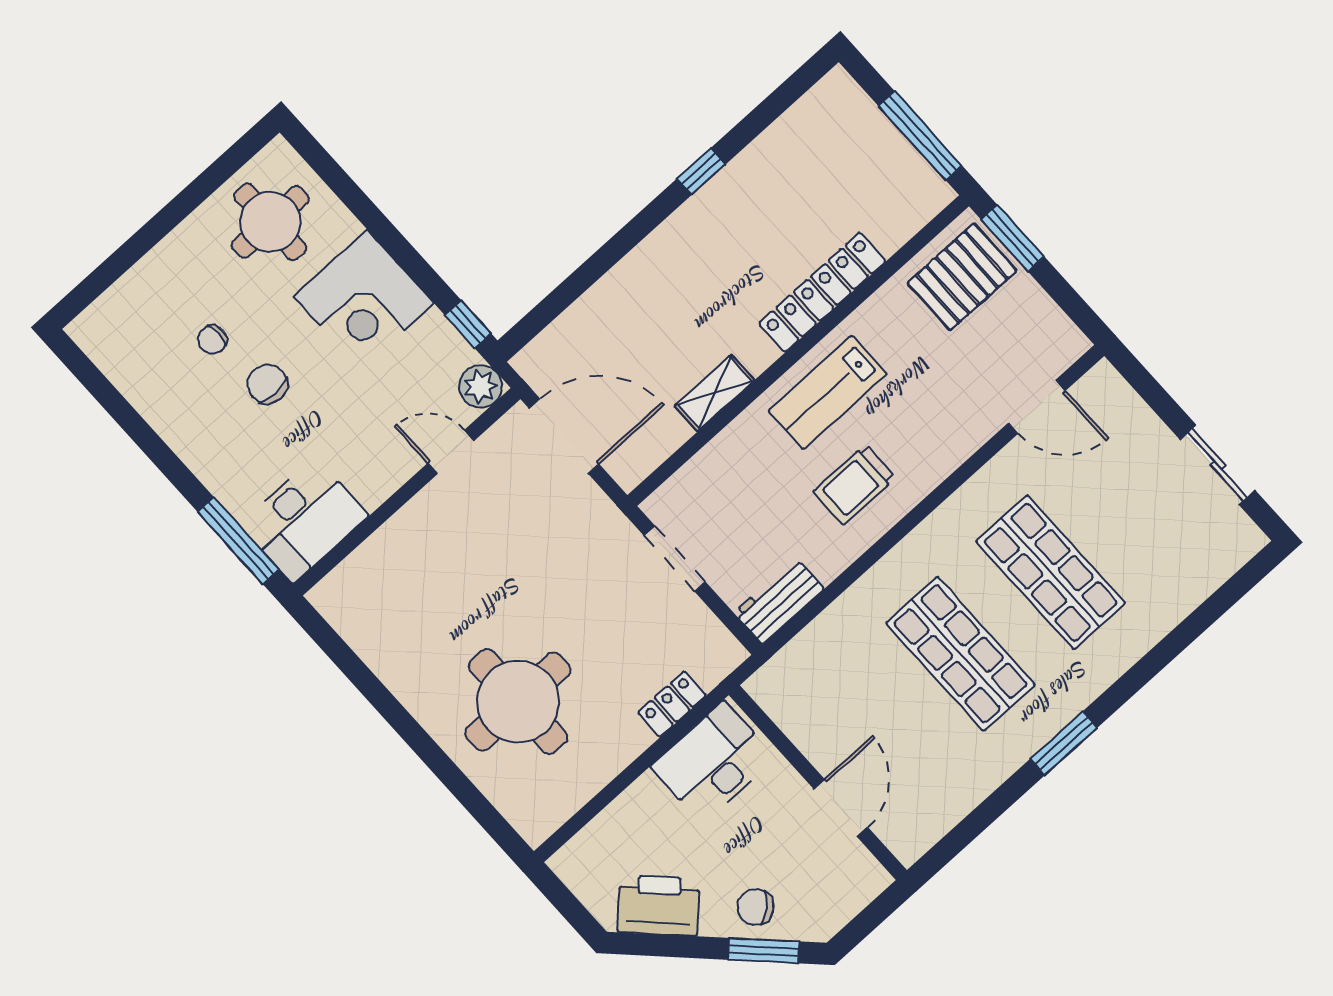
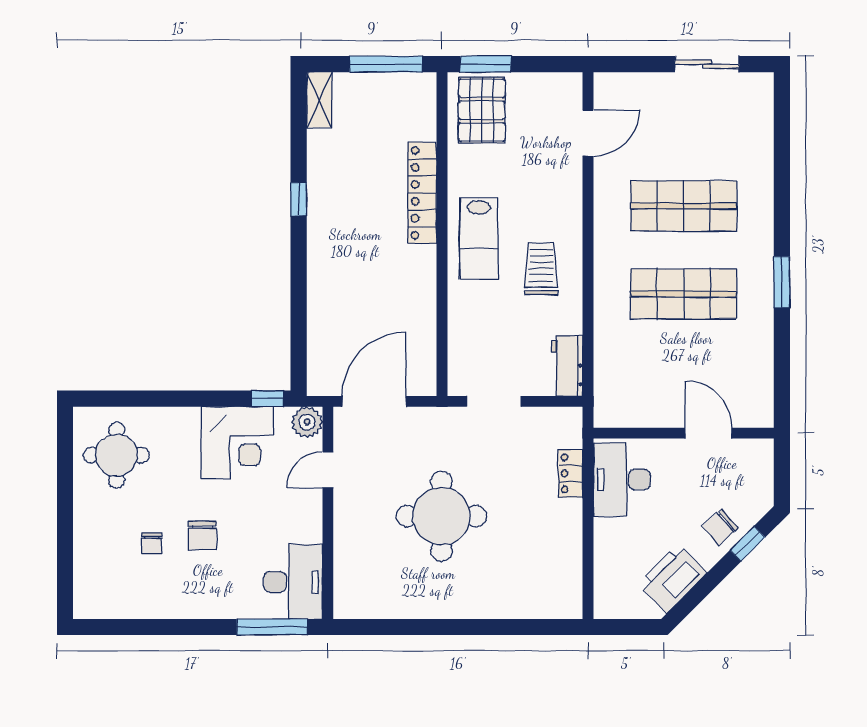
corner desk: (364, 300) -> (237, 443), moved
chair: (267, 384) -> (202, 535), turned -90
shelving: (715, 393) -> (319, 100), moved
trolley: (854, 485) -> (541, 269), turned 180
round table: (518, 702) -> (441, 516), moved
window: (764, 951) -> (748, 544), width x0.67

